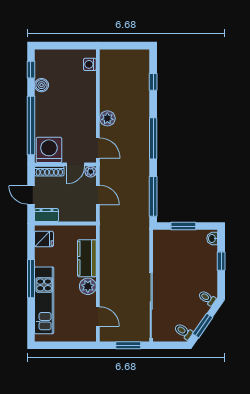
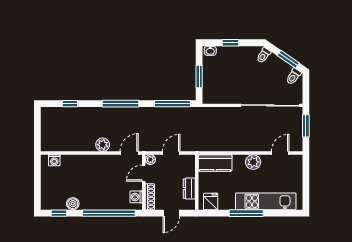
washing machine: (49, 150) -> (136, 197), width x0.53, depth x0.53
door: (76, 164) -> (144, 173), swing flipped
dresser: (46, 215) -> (189, 189), moved
kitchen counter: (87, 258) -> (215, 163), moved

